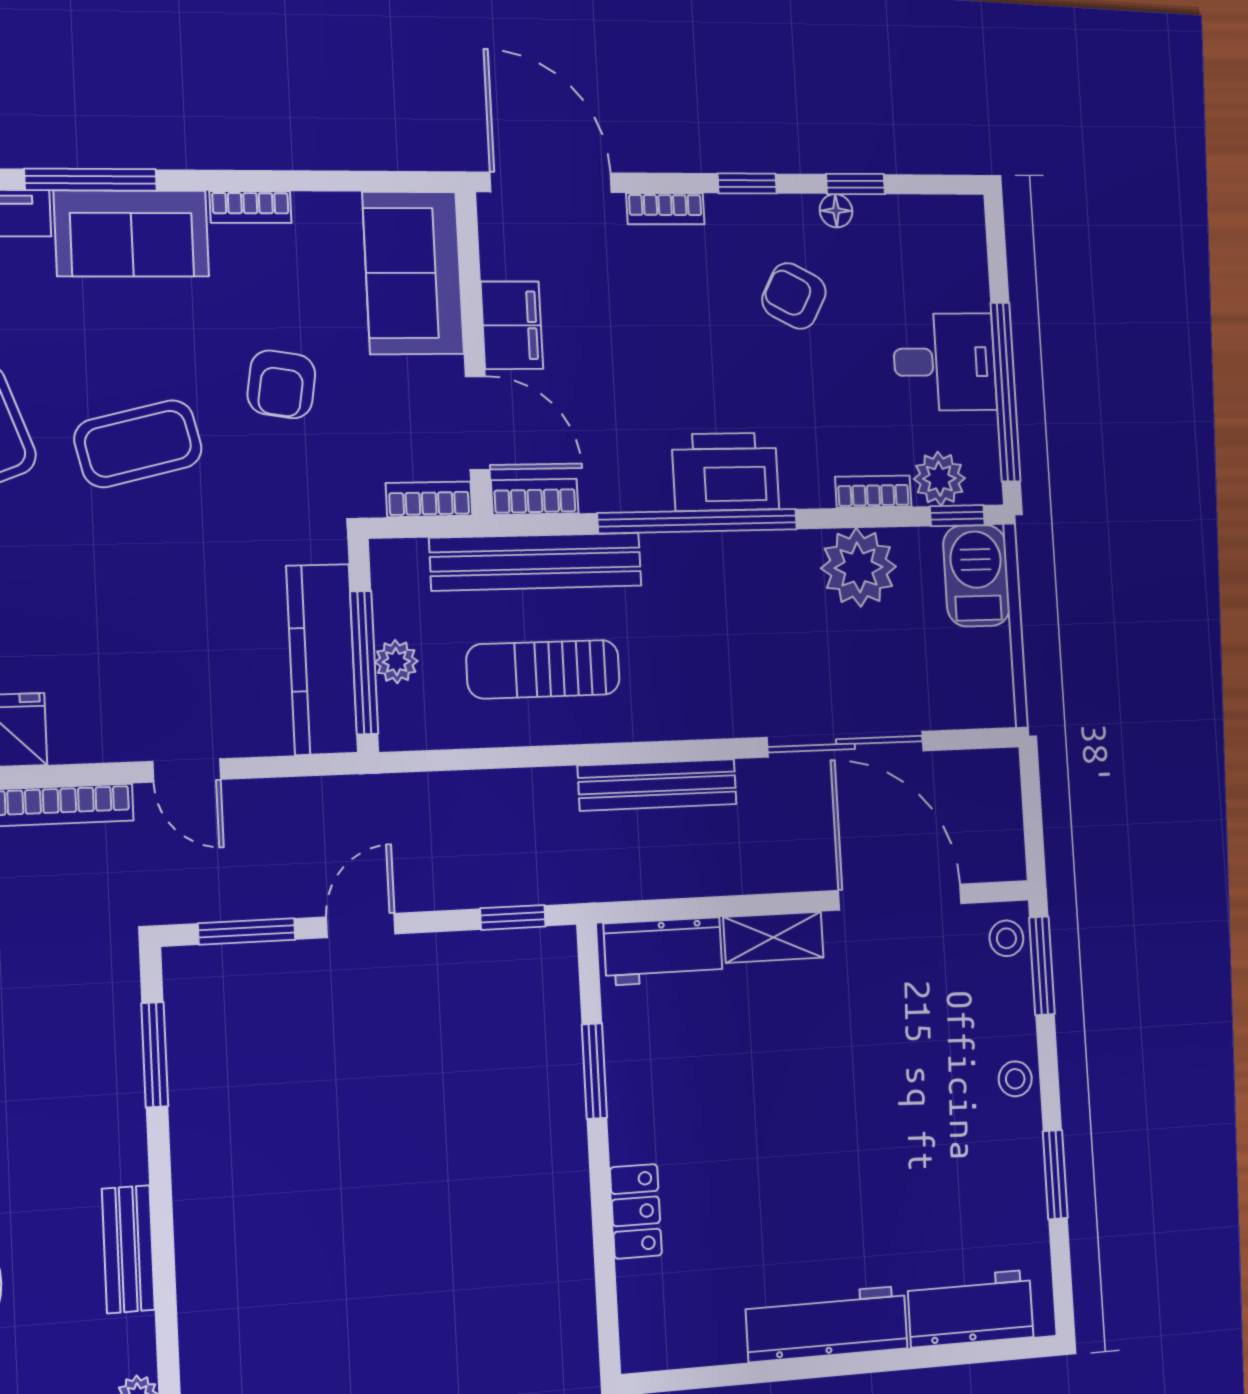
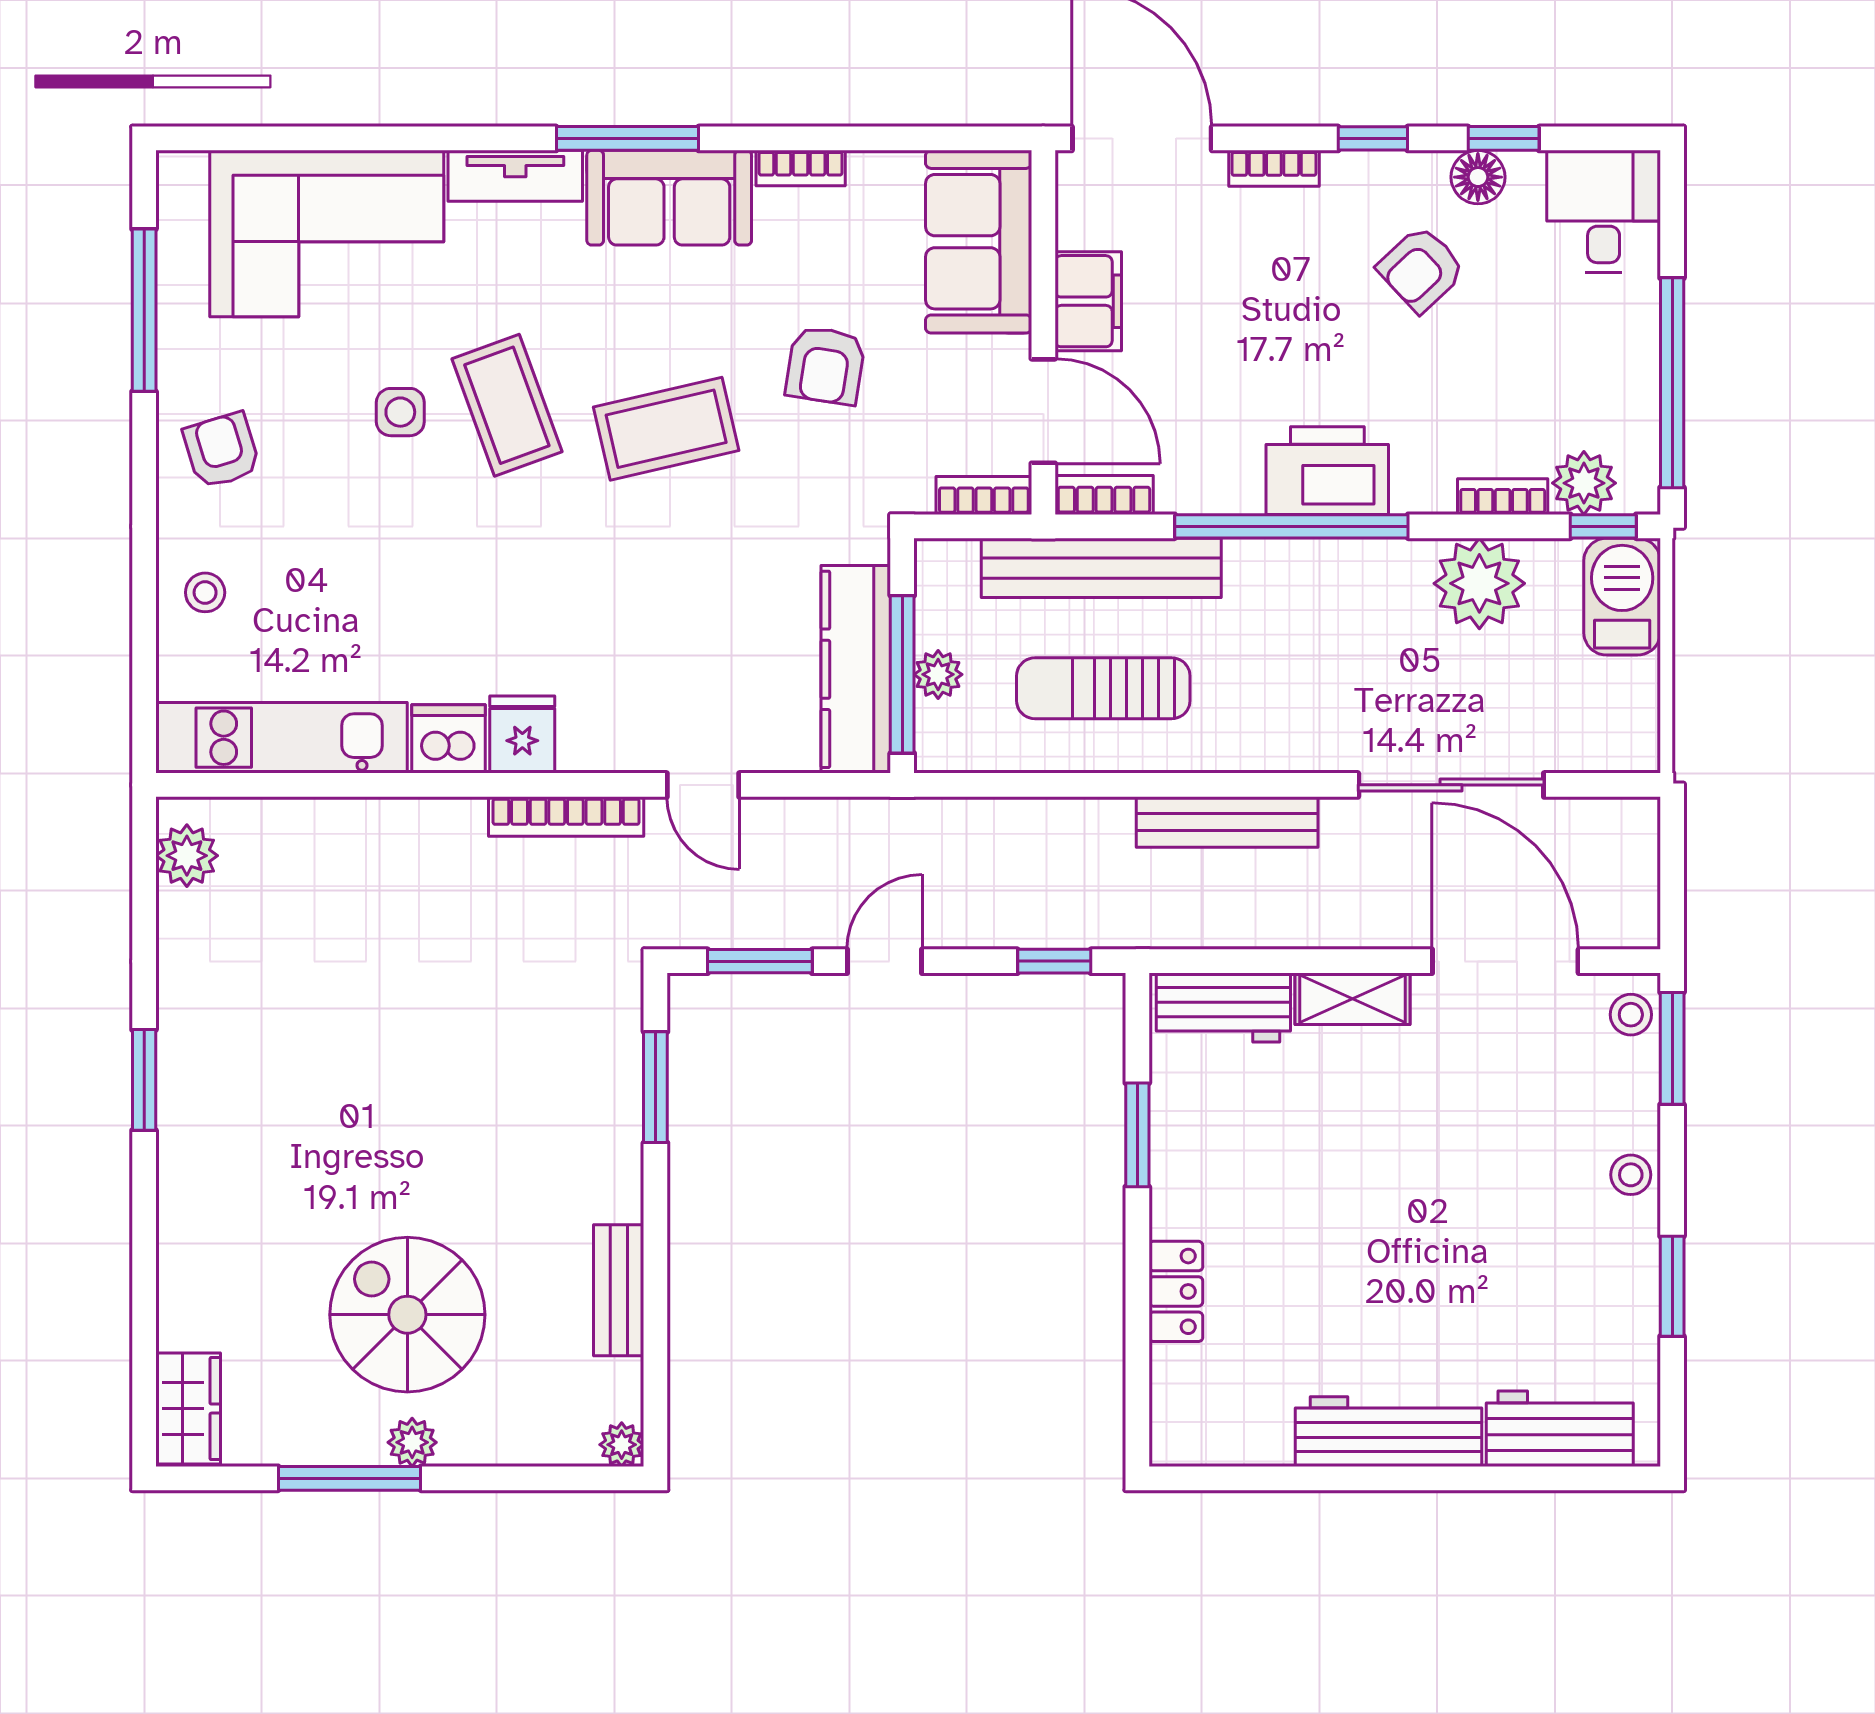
floor lamp: (836, 211) -> (1478, 177), width x1.37, depth x1.37
armchair: (794, 296) -> (1421, 269), turned -71
desk: (944, 362) -> (1604, 211), moved, turned -90

